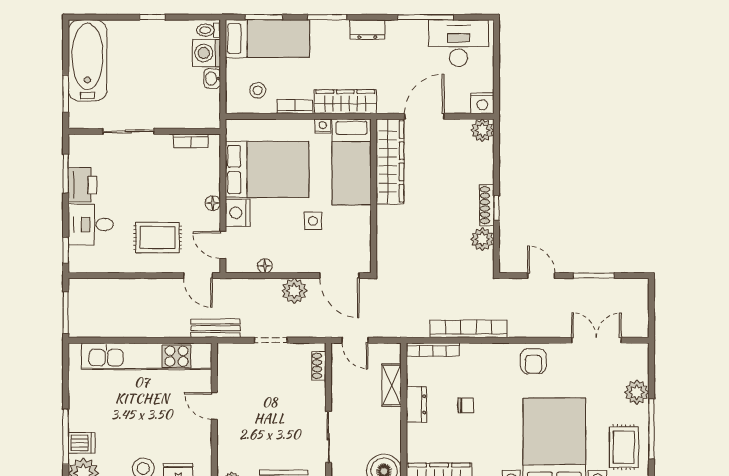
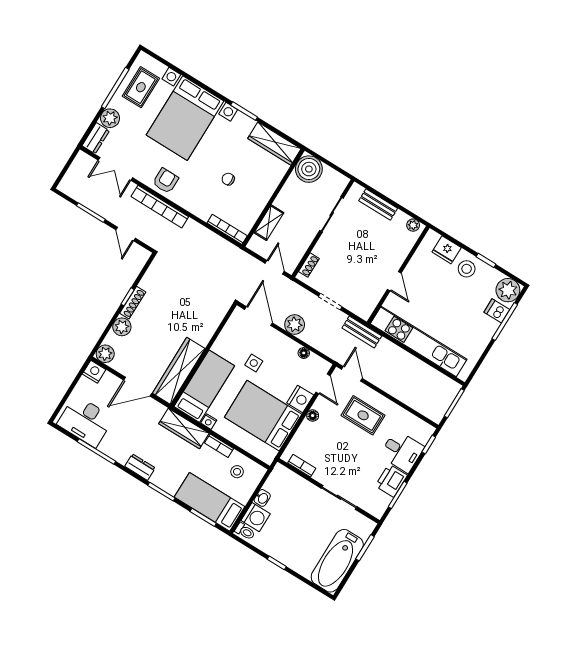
plant: (482, 239) -> (122, 327), moved
bookcase: (469, 329) -> (160, 207), moved
dresser: (416, 404) -> (96, 138), moved, turned 180

